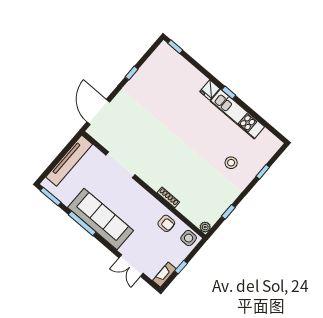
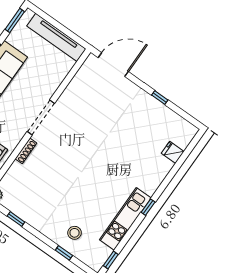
window: (175, 47) -> (111, 260), moved
fridge: (210, 90) -> (173, 152), moved
stool: (231, 163) -> (75, 233), moved
doorway: (121, 165) -> (41, 117), moved

